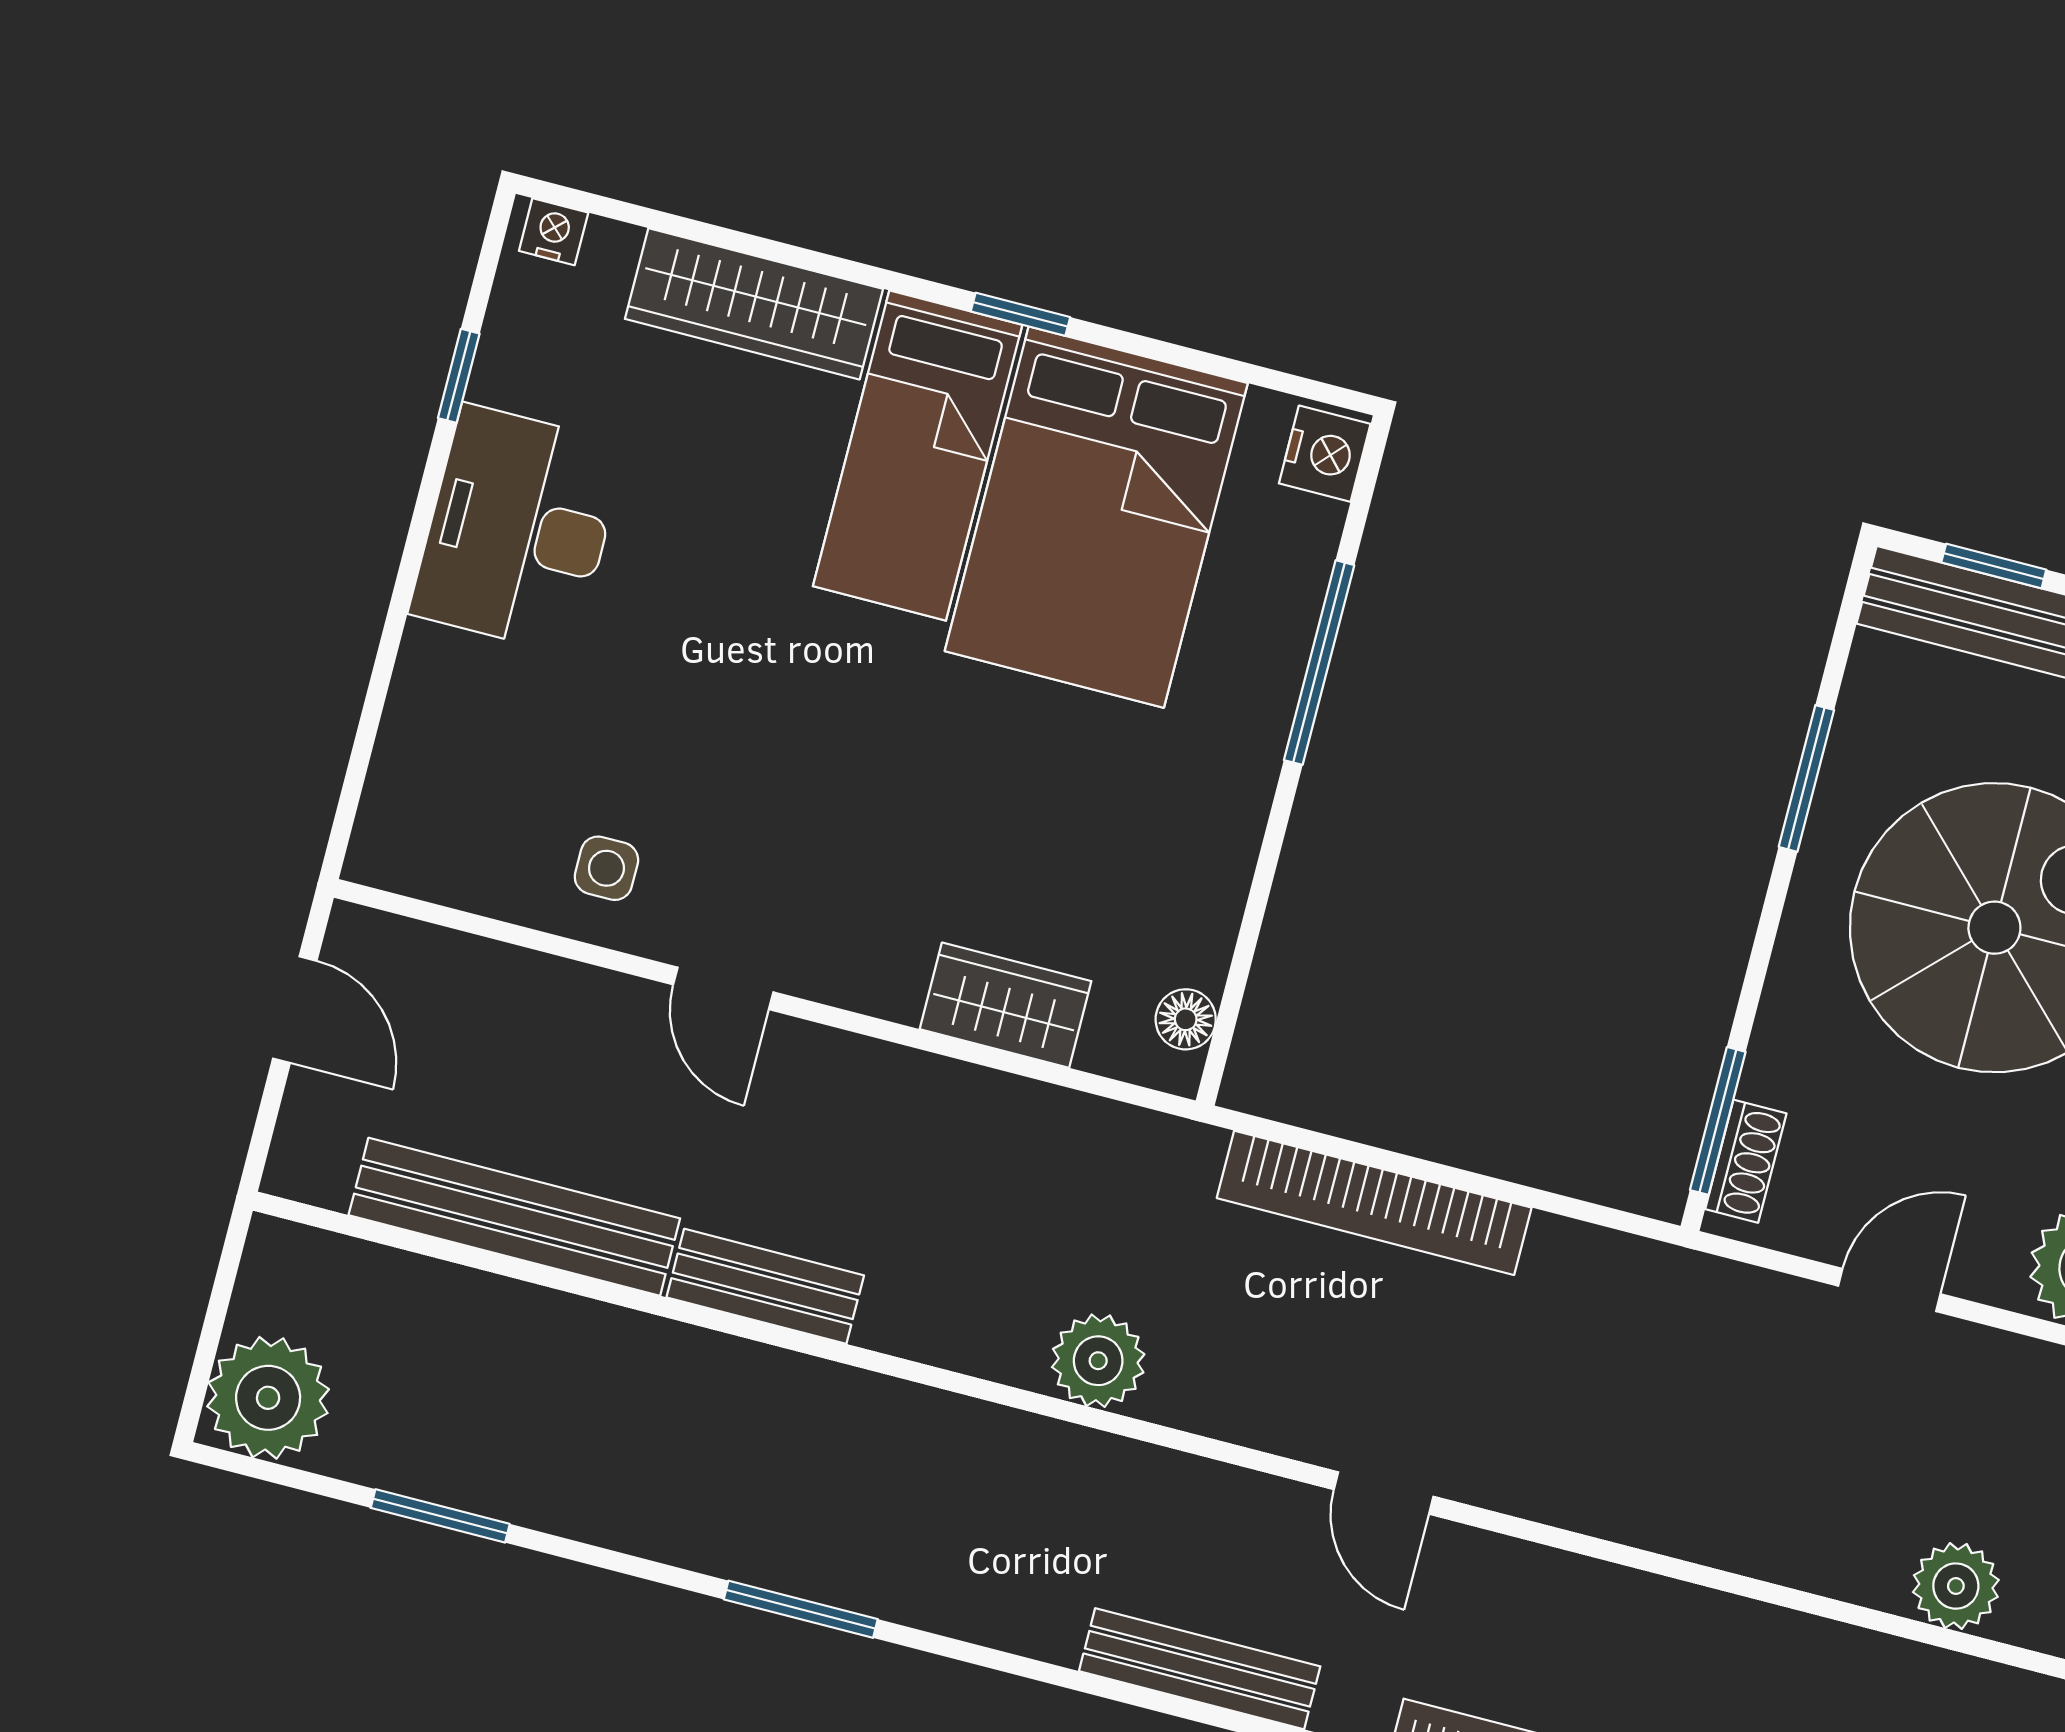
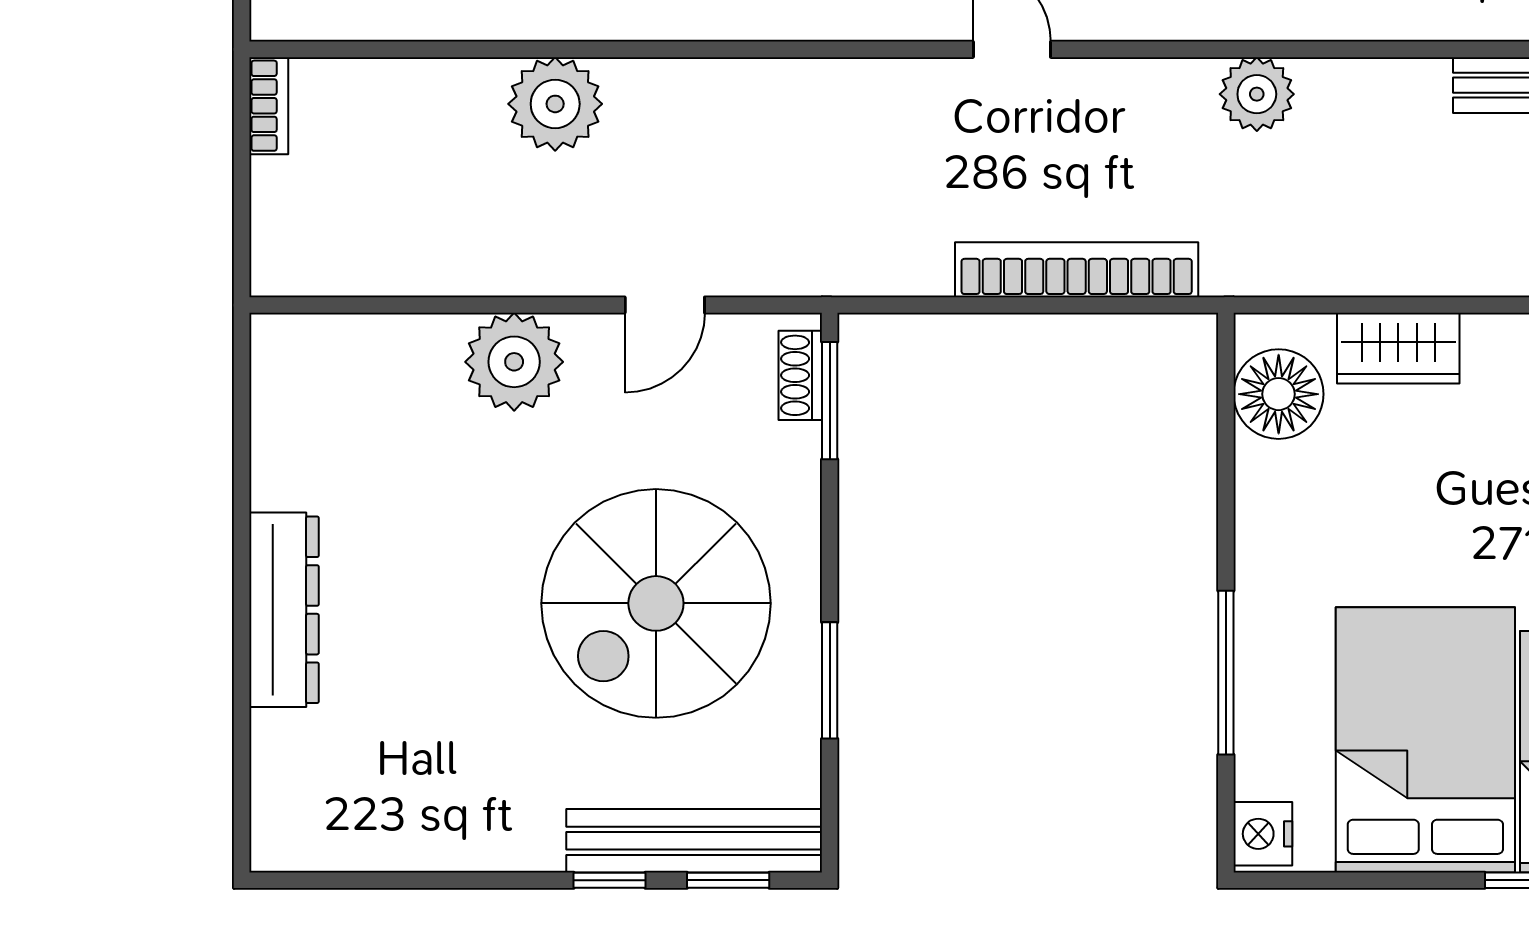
floor lamp: (1186, 1019) -> (1279, 394), width x1.89, depth x1.89
plant: (1956, 1586) -> (555, 104), width x1.36, depth x1.36

